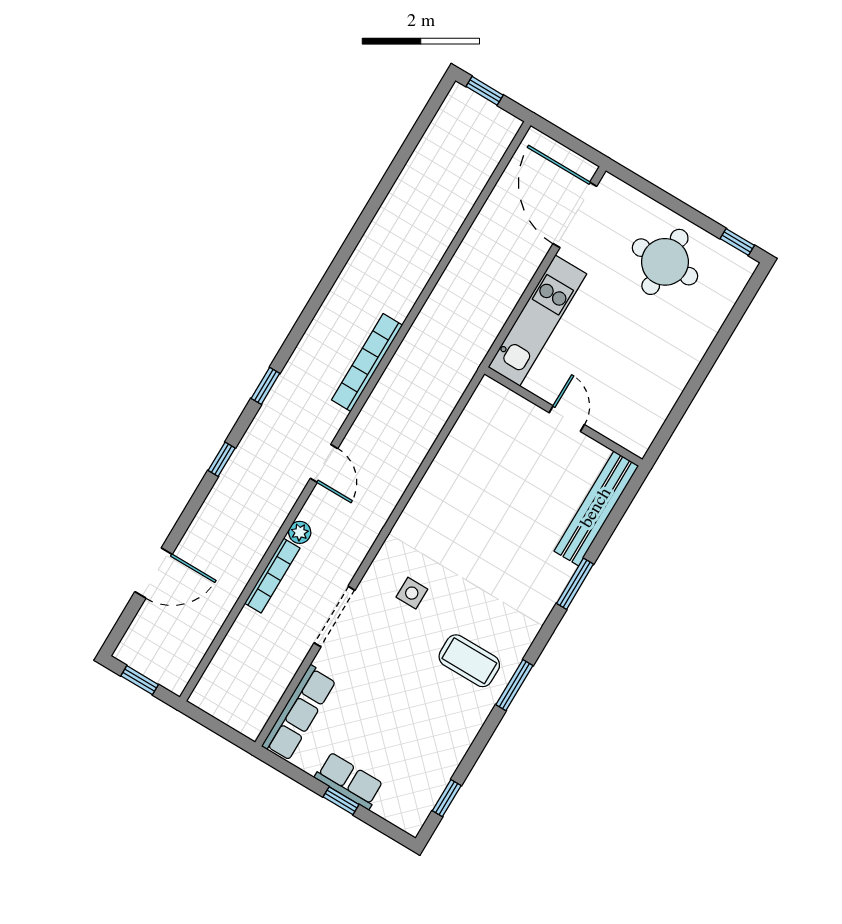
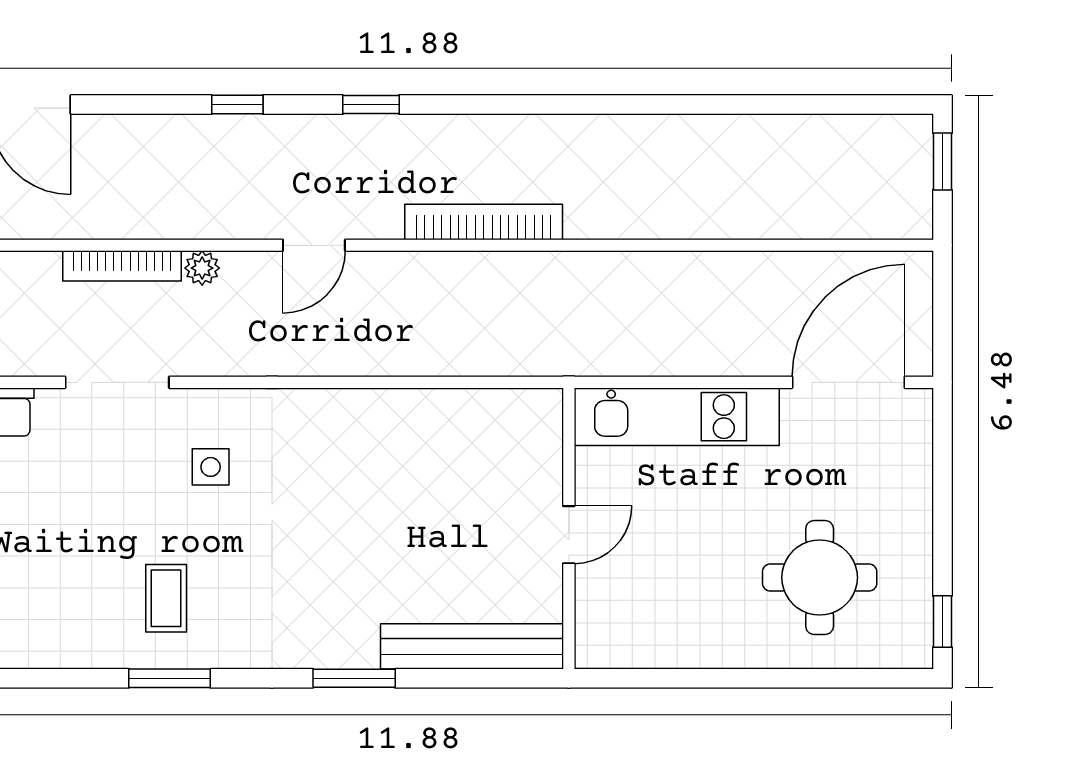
round table: (665, 262) -> (820, 578), moved
coffee table: (469, 661) -> (166, 598), width x0.73, depth x0.77

